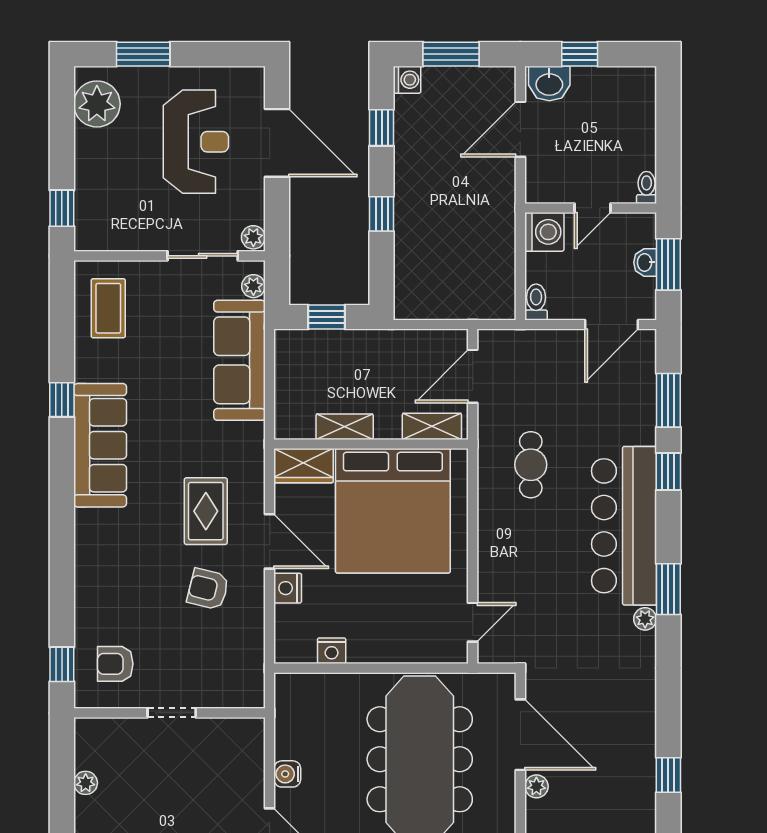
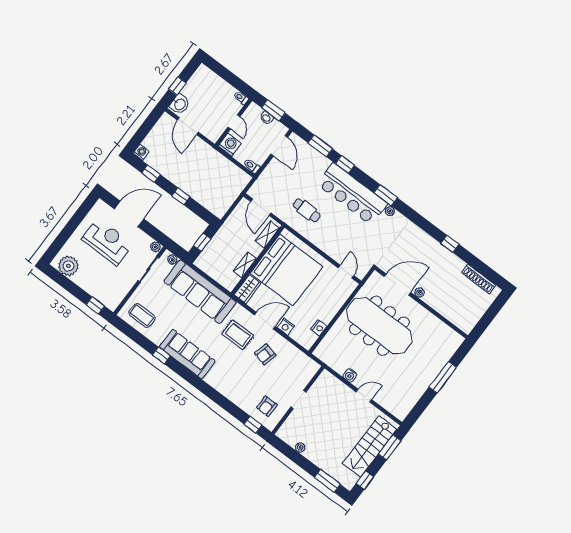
window: (143, 54) -> (63, 237), removed
window: (451, 54) -> (144, 130), removed
sofa: (239, 360) -> (200, 292), width x1.36, depth x1.27

